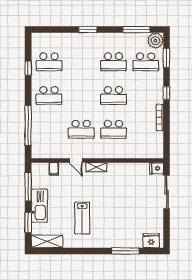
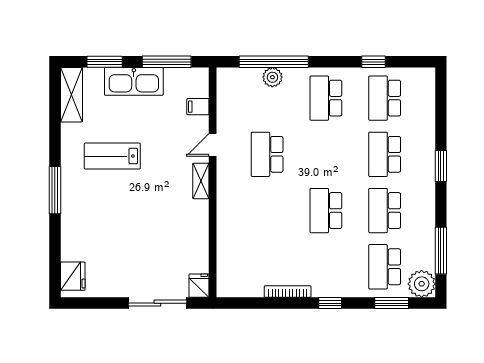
plant: (37, 126) -> (272, 77), added
school desk: (113, 129) -> (385, 154), moved
window: (125, 251) -> (55, 190), moved

